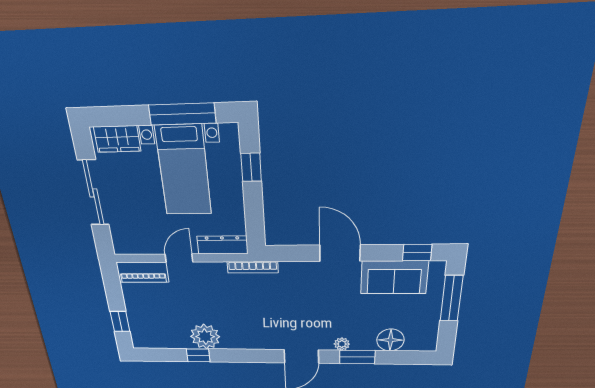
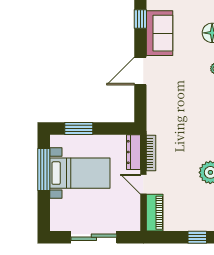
wardrobe: (117, 139) -> (58, 214), removed
window: (251, 167) -> (79, 128), width x1.50
bookcase: (253, 267) -> (151, 153), moved

